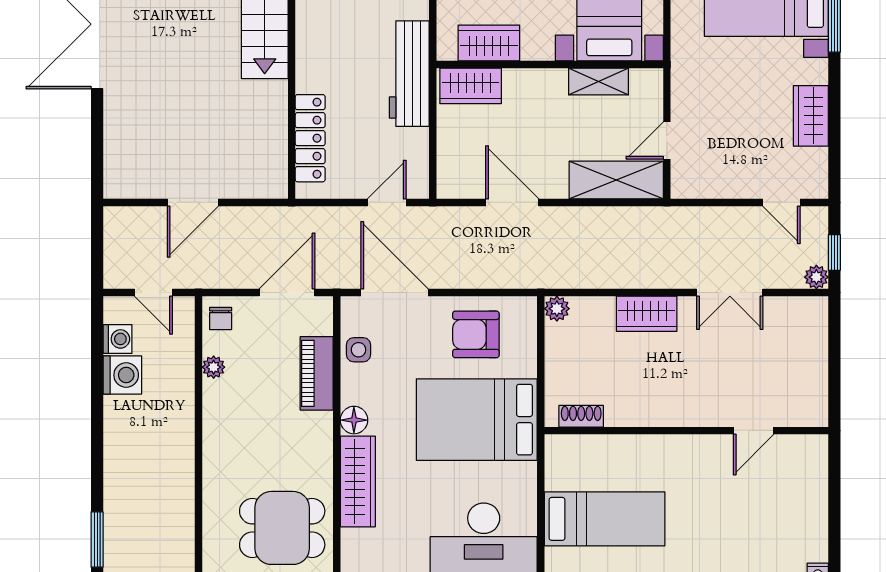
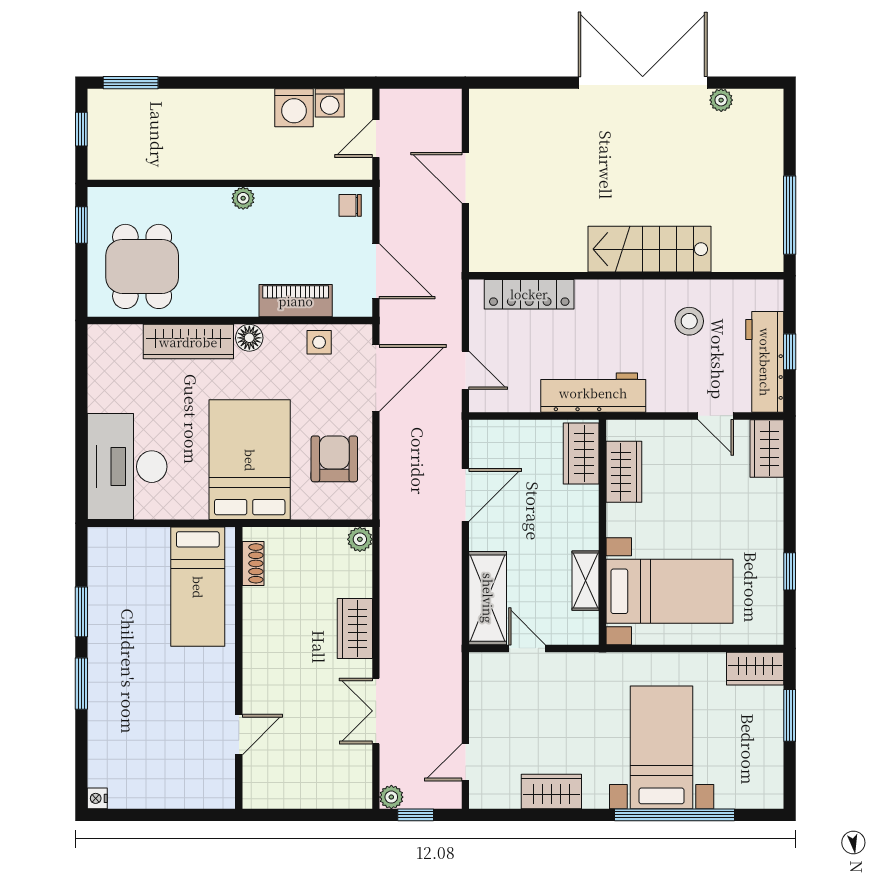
plant: (214, 367) -> (243, 198), moved
door: (754, 431) -> (239, 735), swing flipped
bed: (605, 519) -> (198, 587), moved

